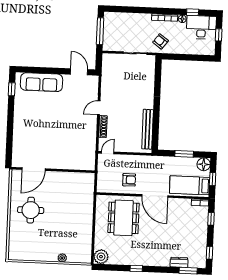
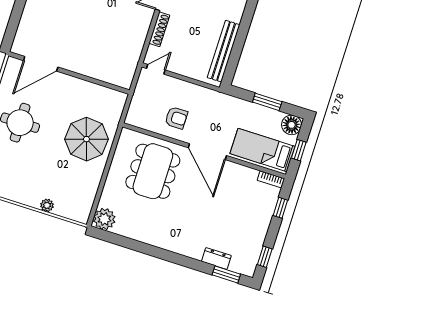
parasol: (76, 209) -> (86, 139), added
window: (136, 269) -> (151, 251), removed

